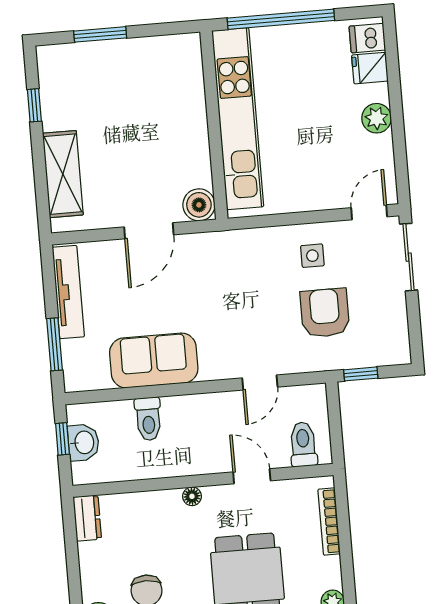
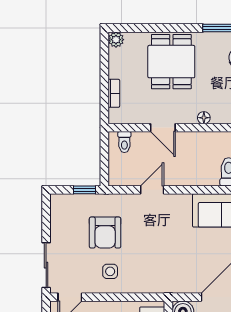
toilet: (303, 444) -> (124, 142), width x0.73, depth x0.72
bookcase: (329, 521) -> (114, 93), width x0.64

